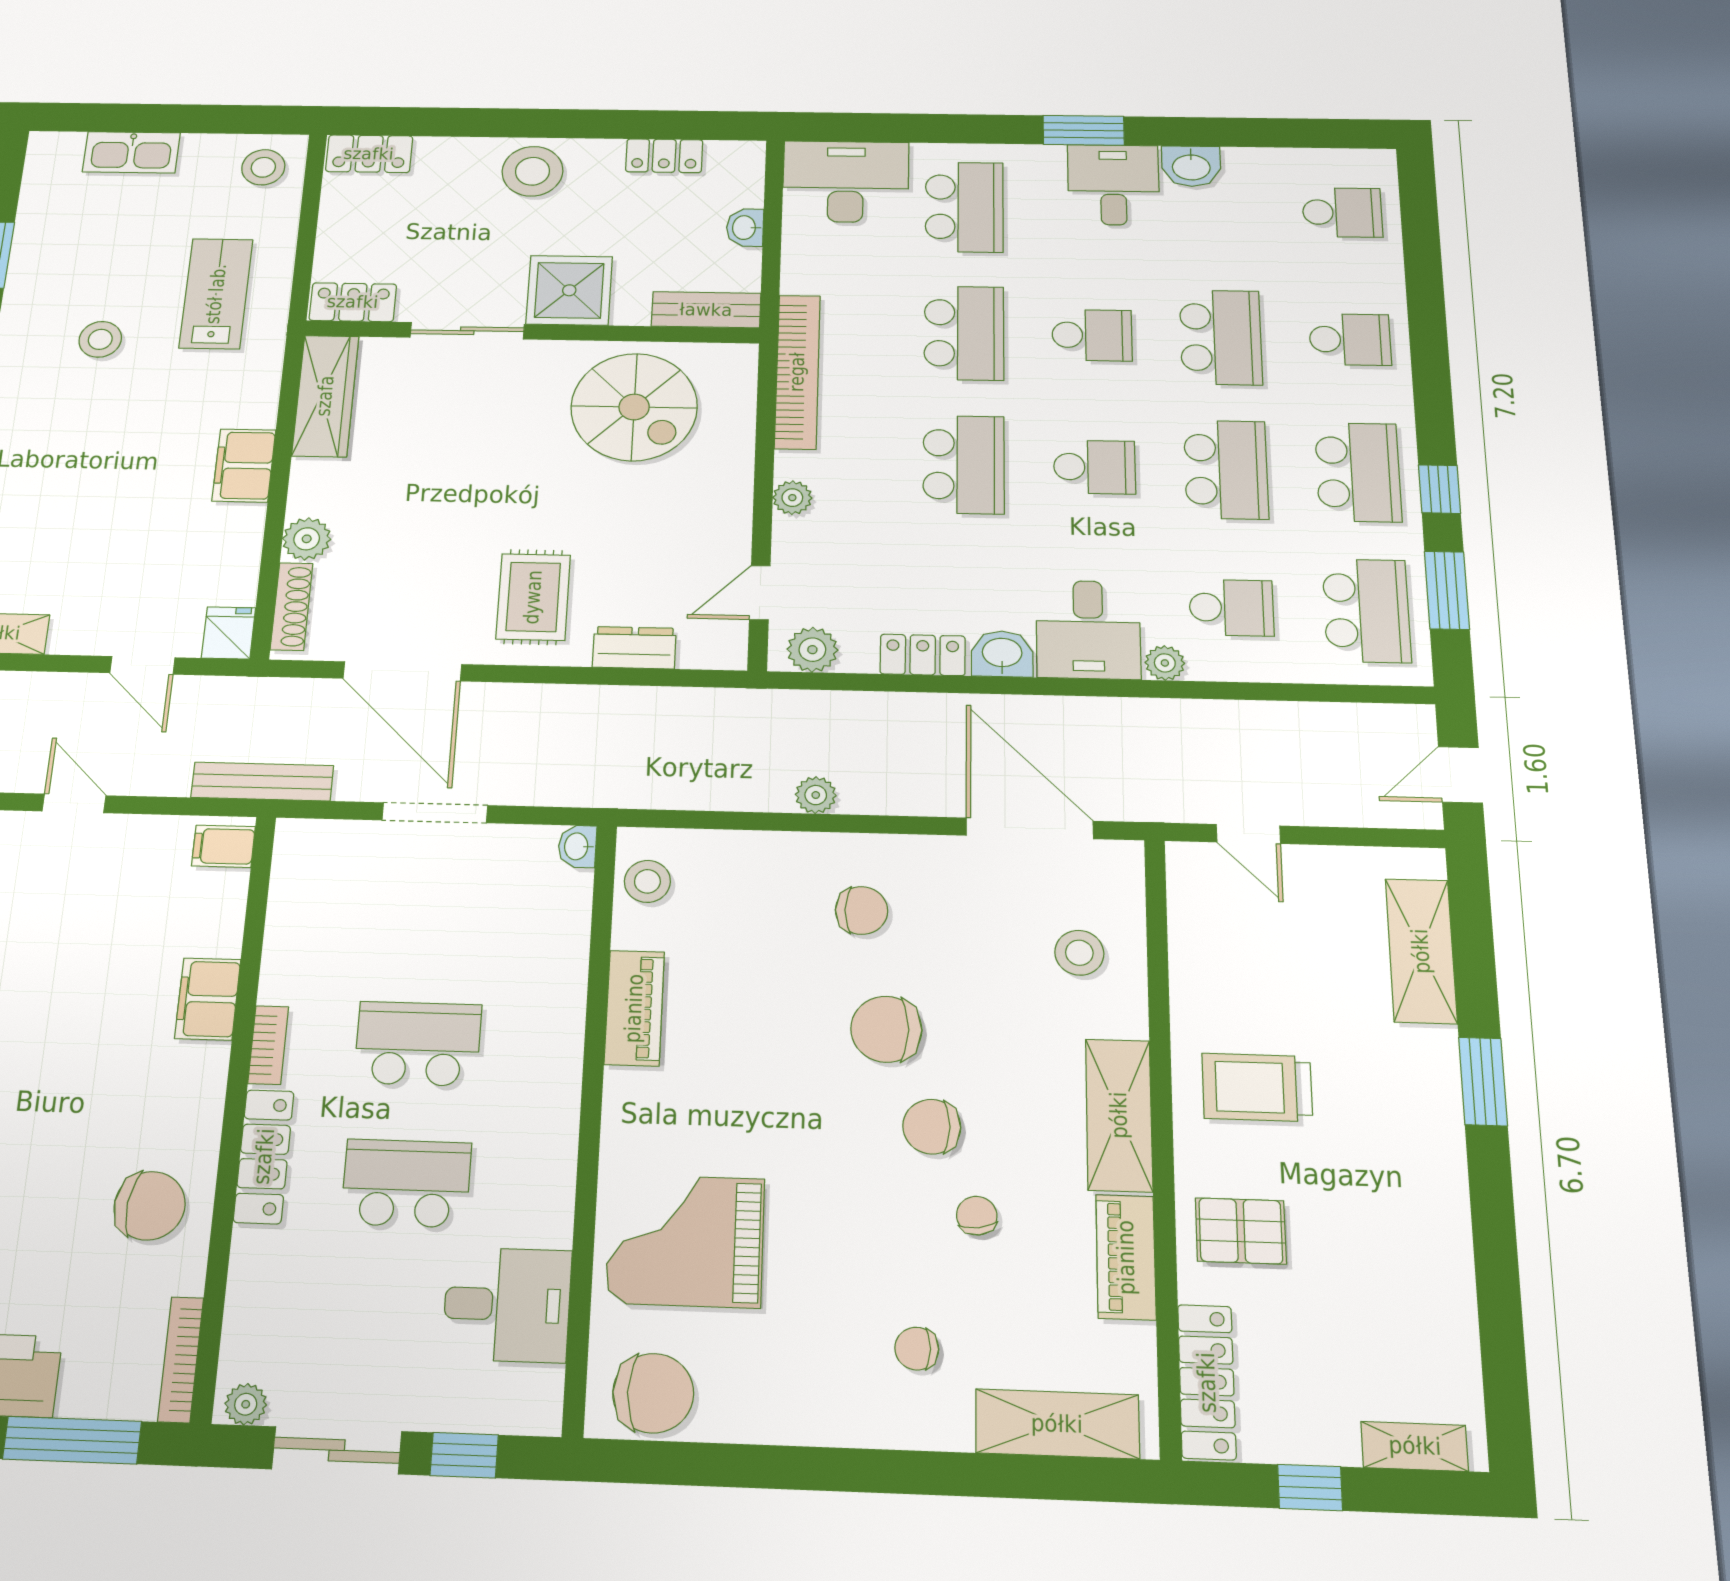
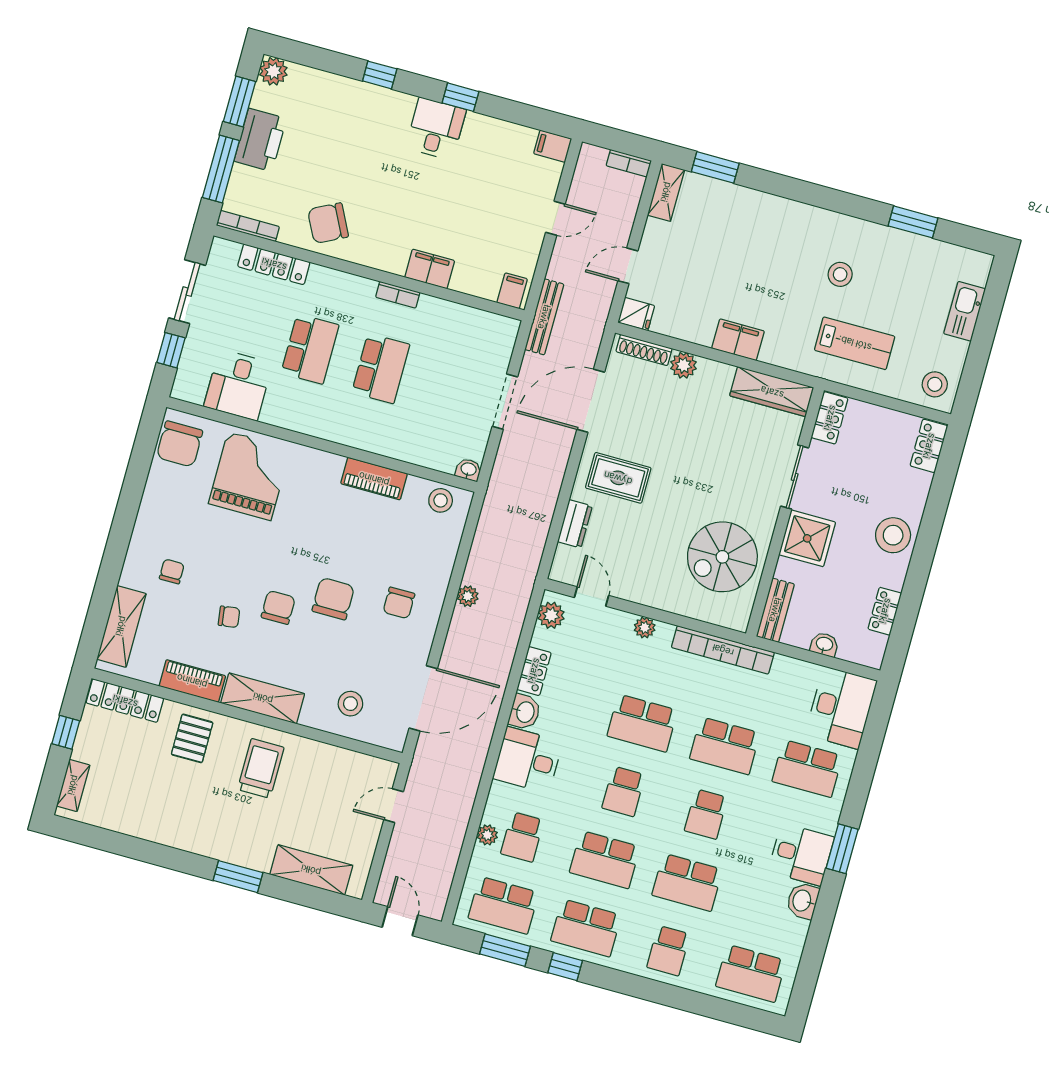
school desk: (1342, 212) -> (751, 973), width x1.85
plant: (1165, 663) -> (487, 835), moved
locker: (264, 1156) -> (274, 264), moved
chair: (150, 1206) -> (328, 223), turned 57
plant: (246, 1404) -> (219, 253), removed

